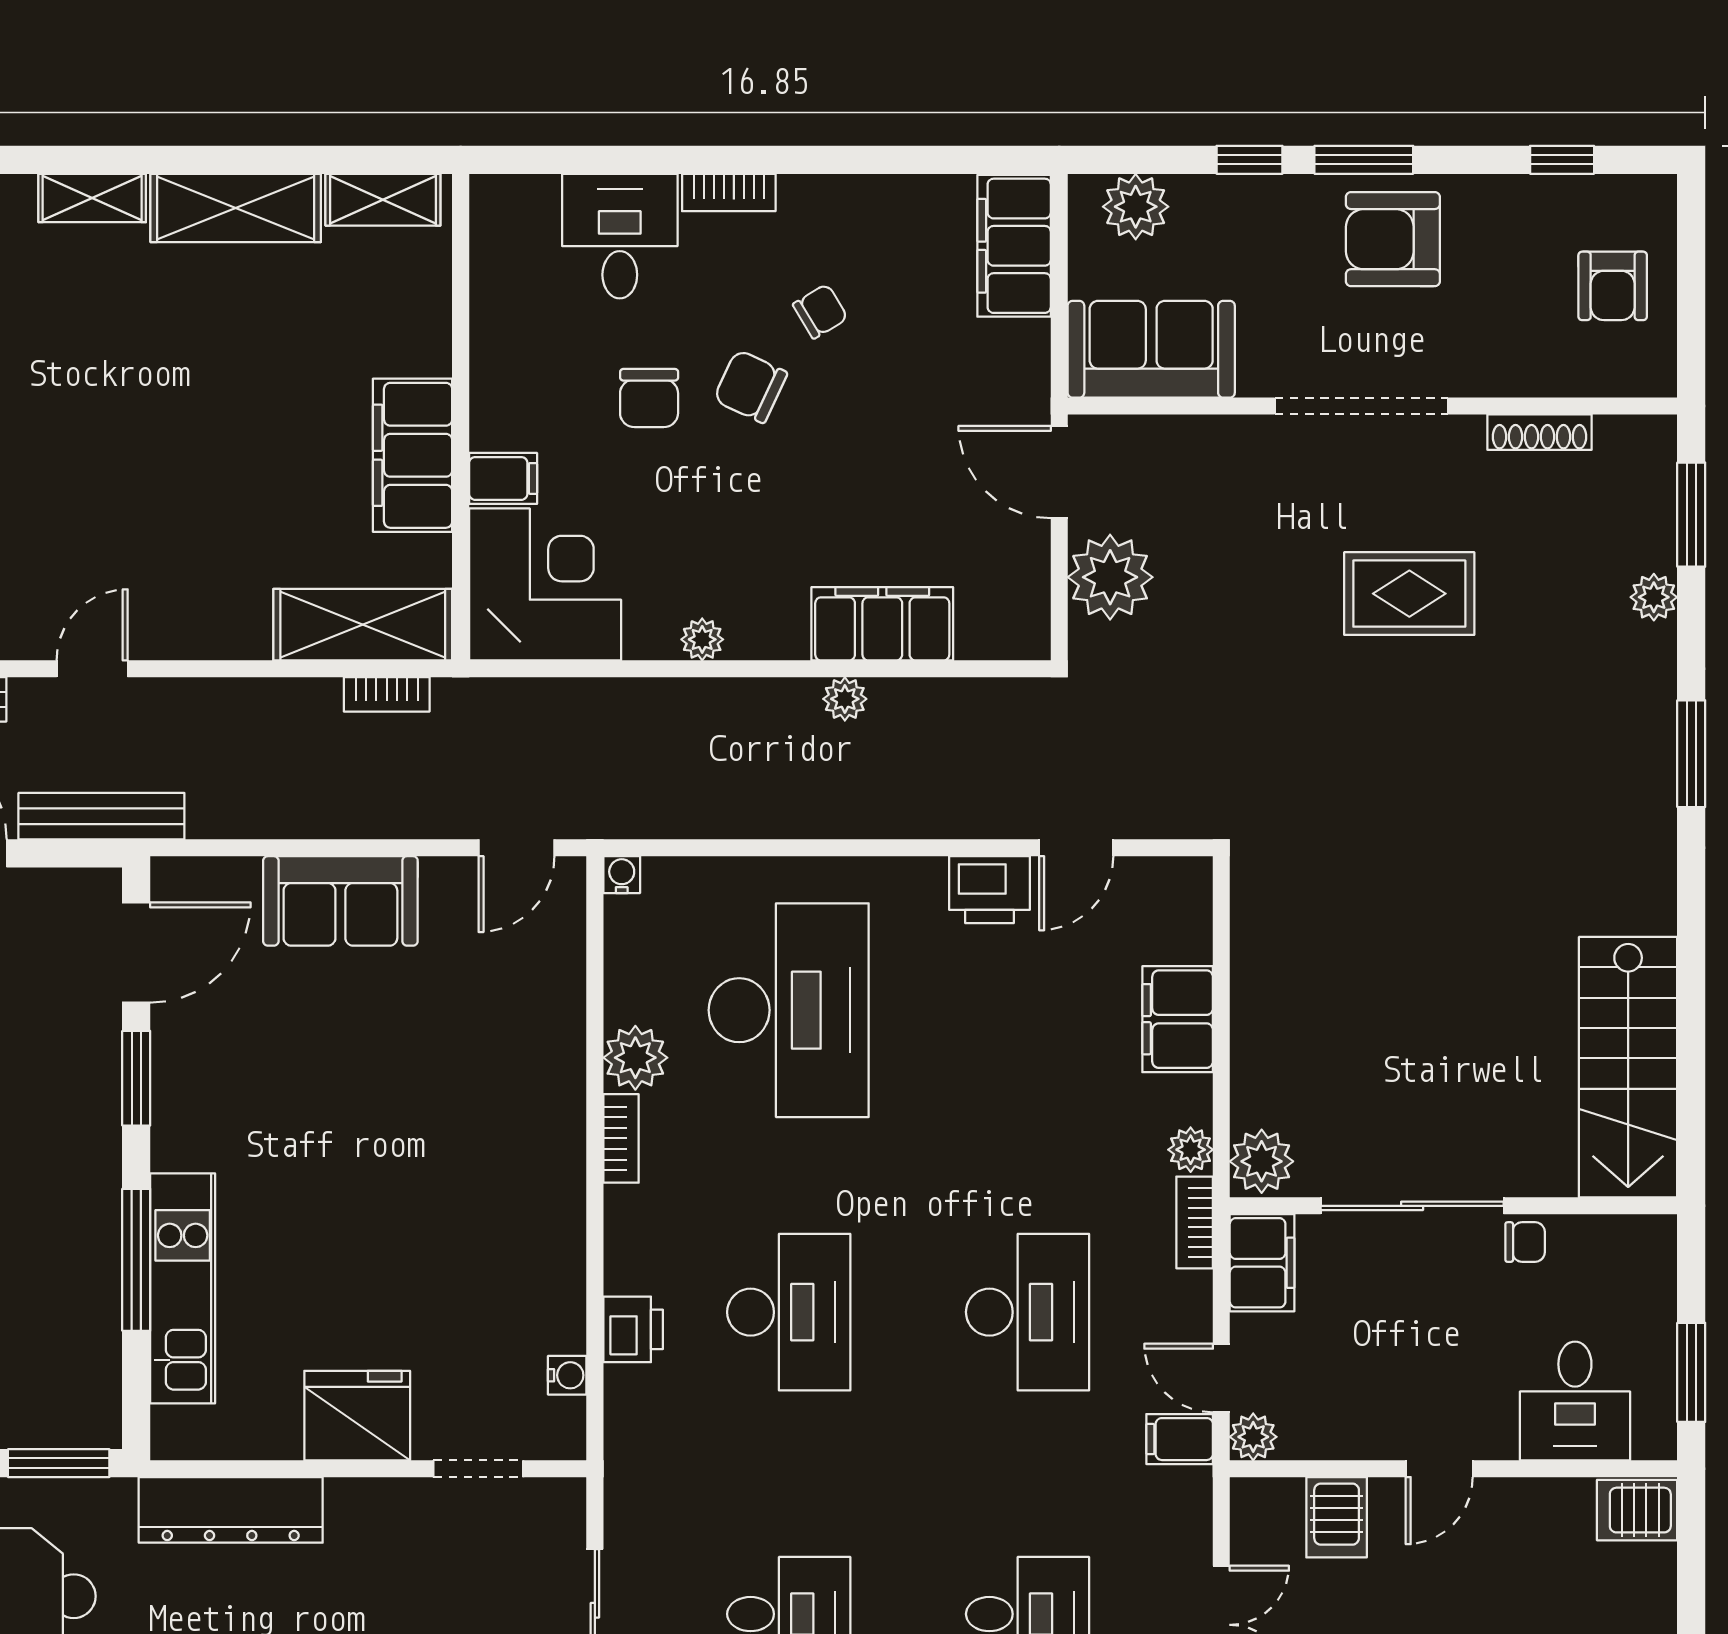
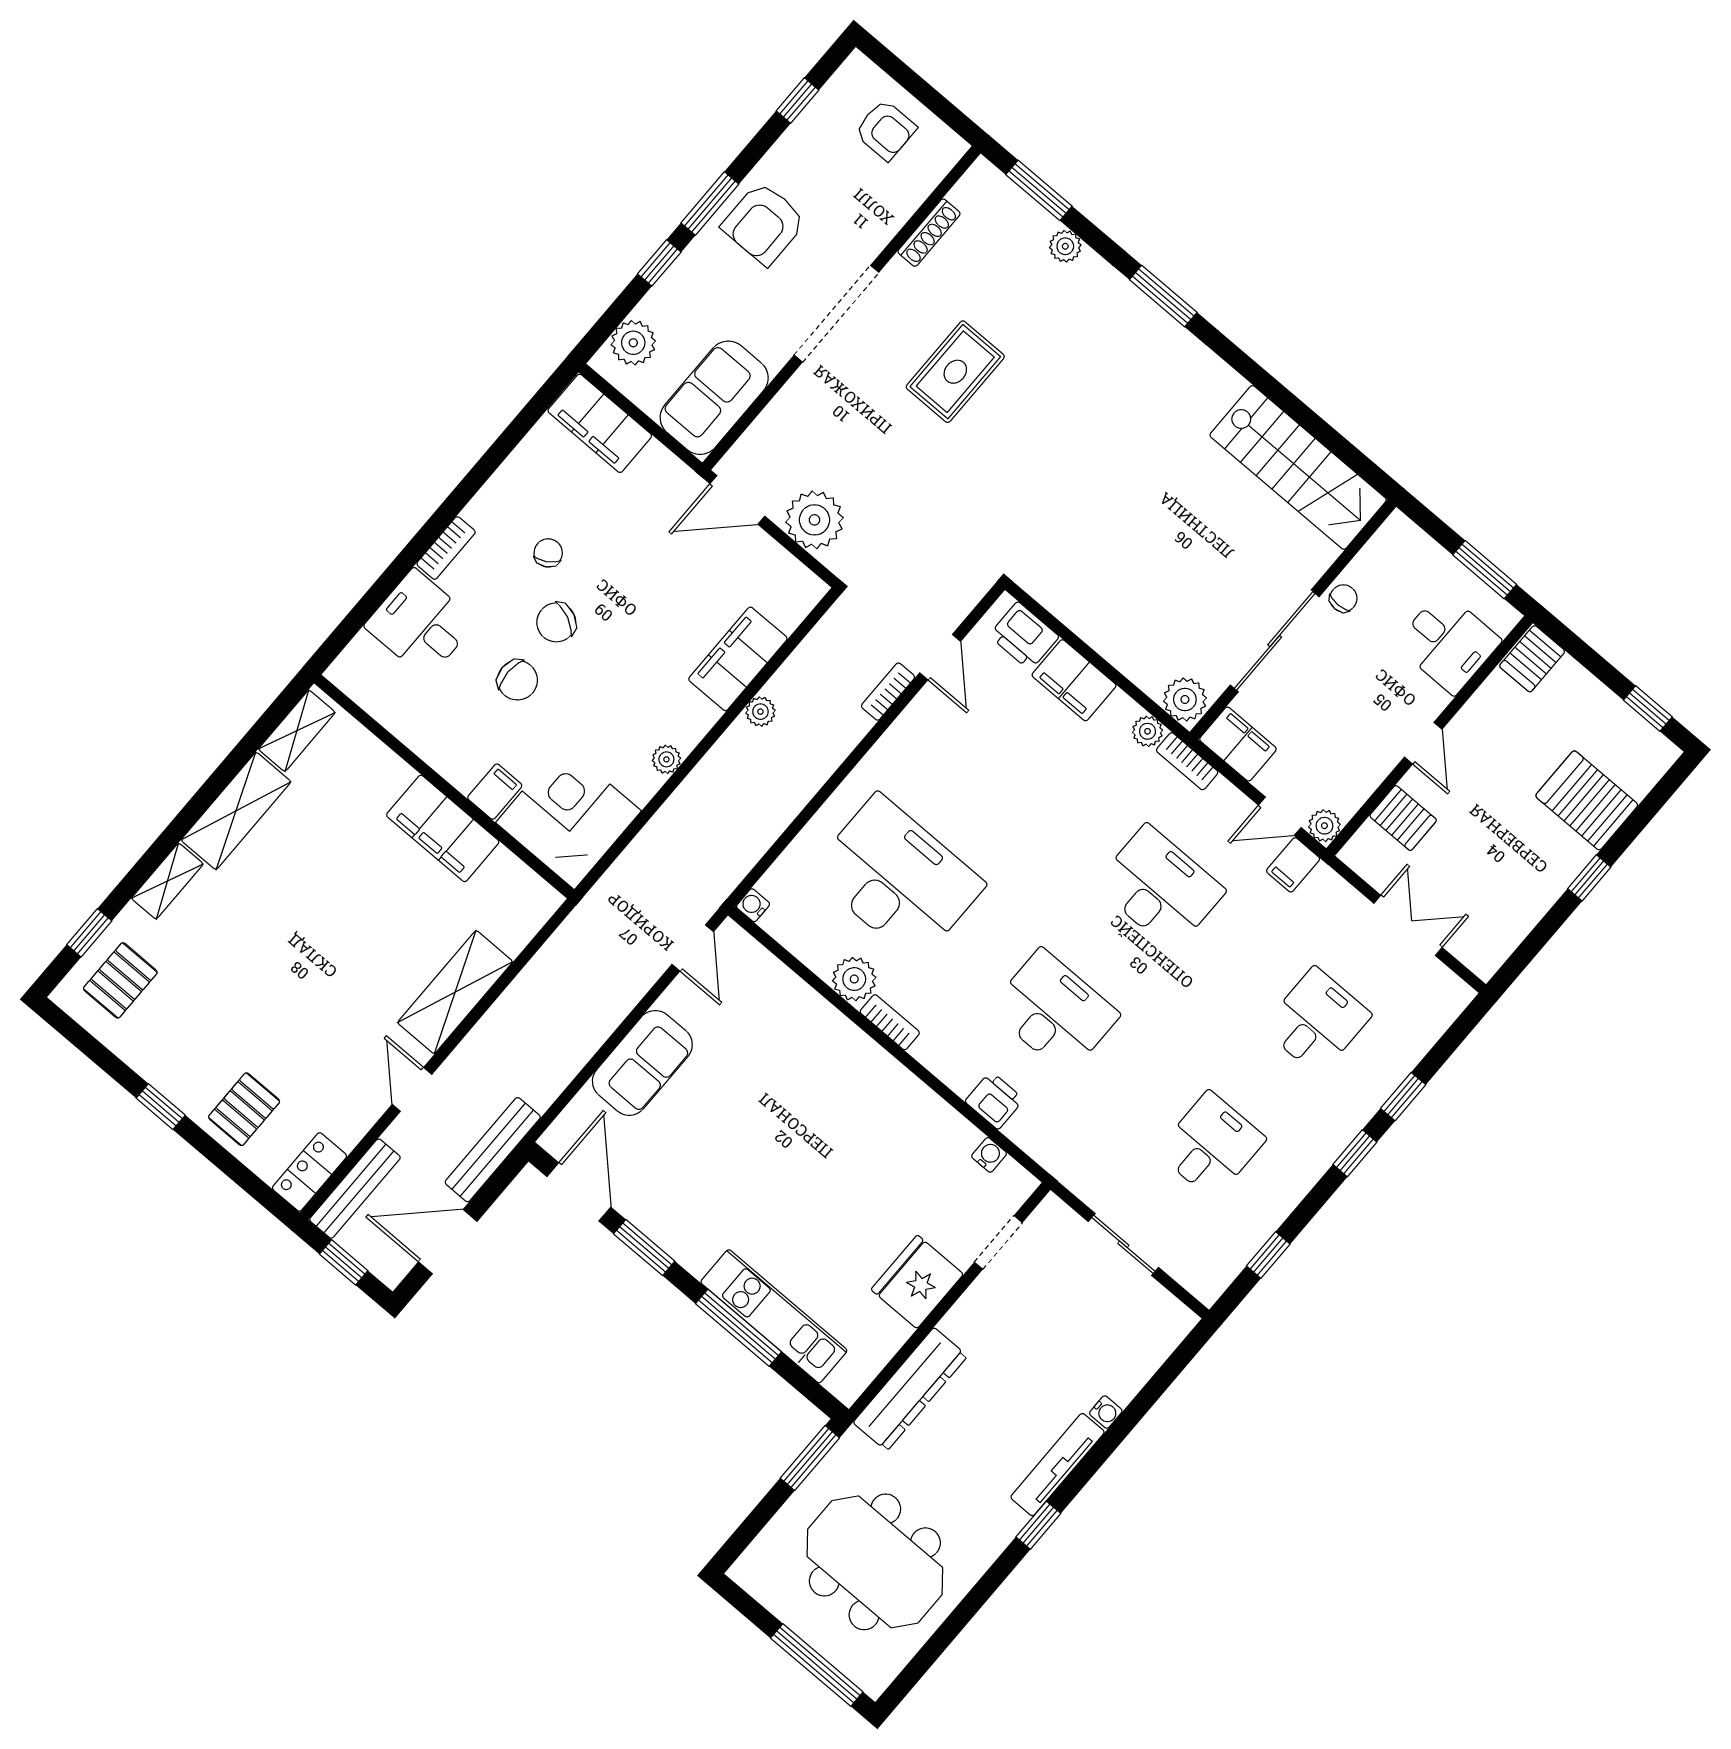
shelving: (363, 625) -> (455, 992), moved
bookcase: (387, 694) -> (888, 692), moved, turned 180
printer: (990, 890) -> (1024, 636), moved, turned 90

